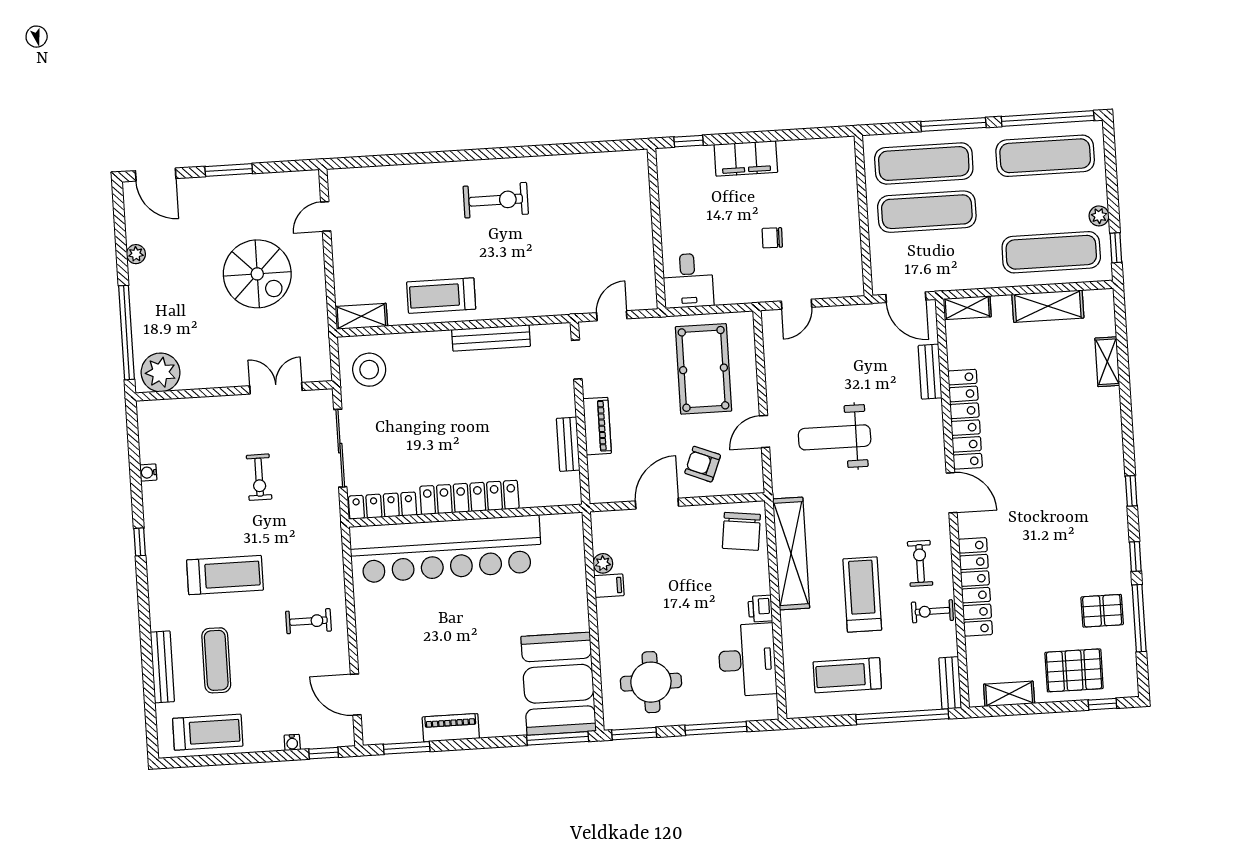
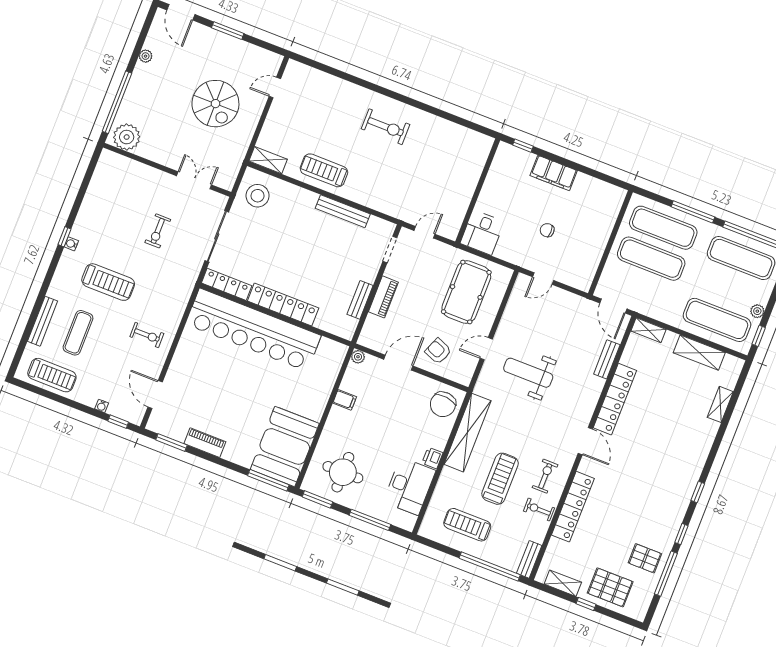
water cooler: (148, 472) -> (71, 244), moved
plant: (603, 563) -> (358, 357), moved
window: (1102, 704) -> (586, 604), moved

